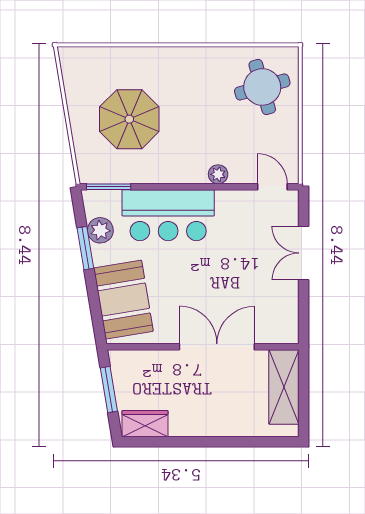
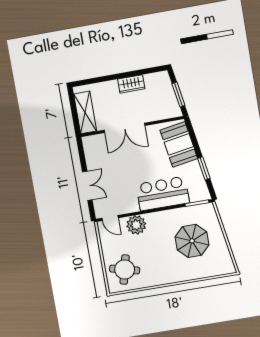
round table: (262, 87) -> (125, 270), turned 30
plant: (218, 174) -> (136, 225), width x1.88, depth x1.88
plant: (100, 230) -> (197, 179), removed
wardrobe: (145, 424) -> (131, 84), moved

